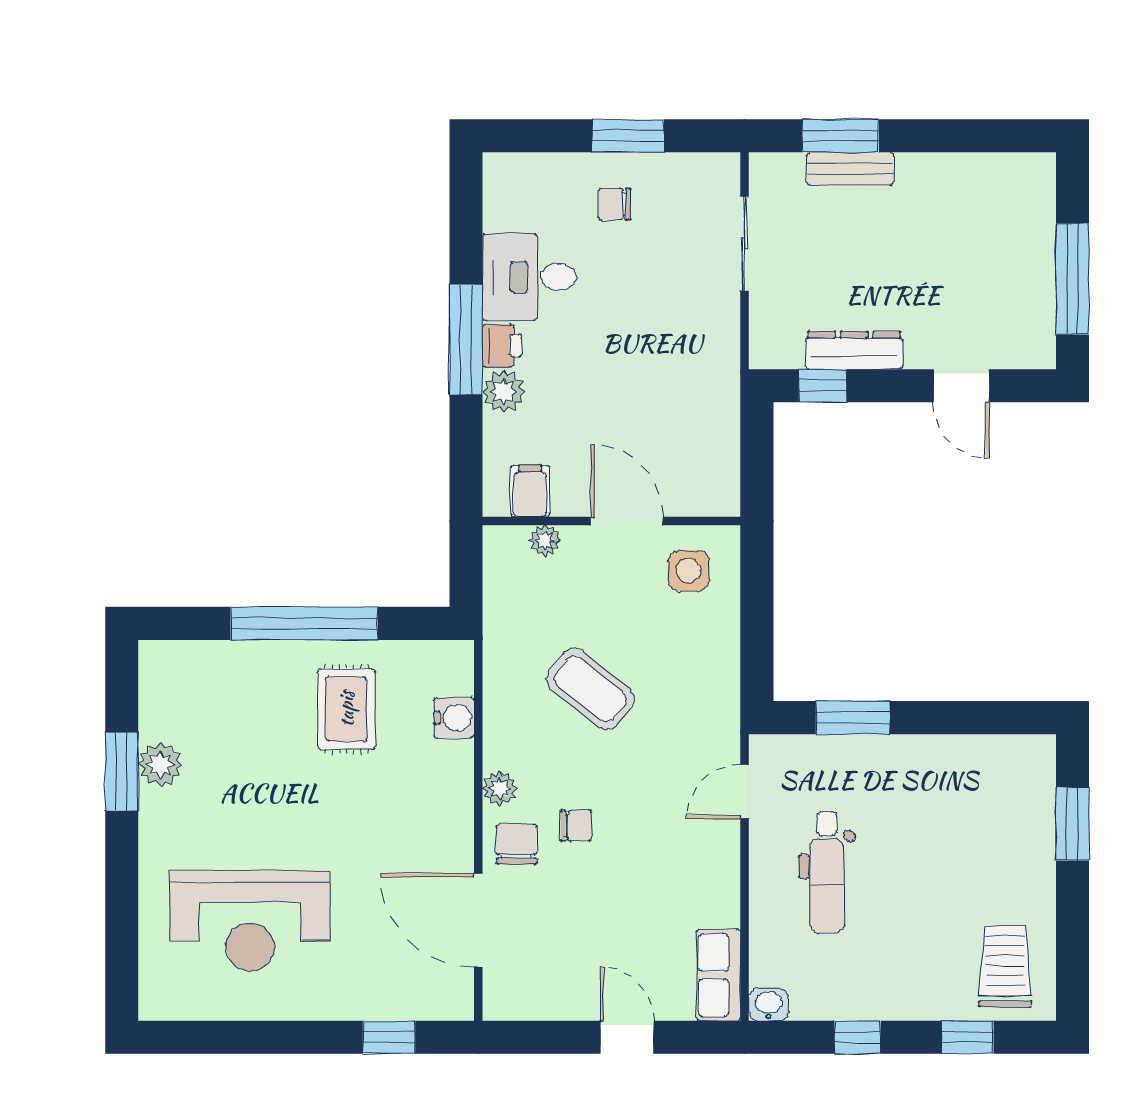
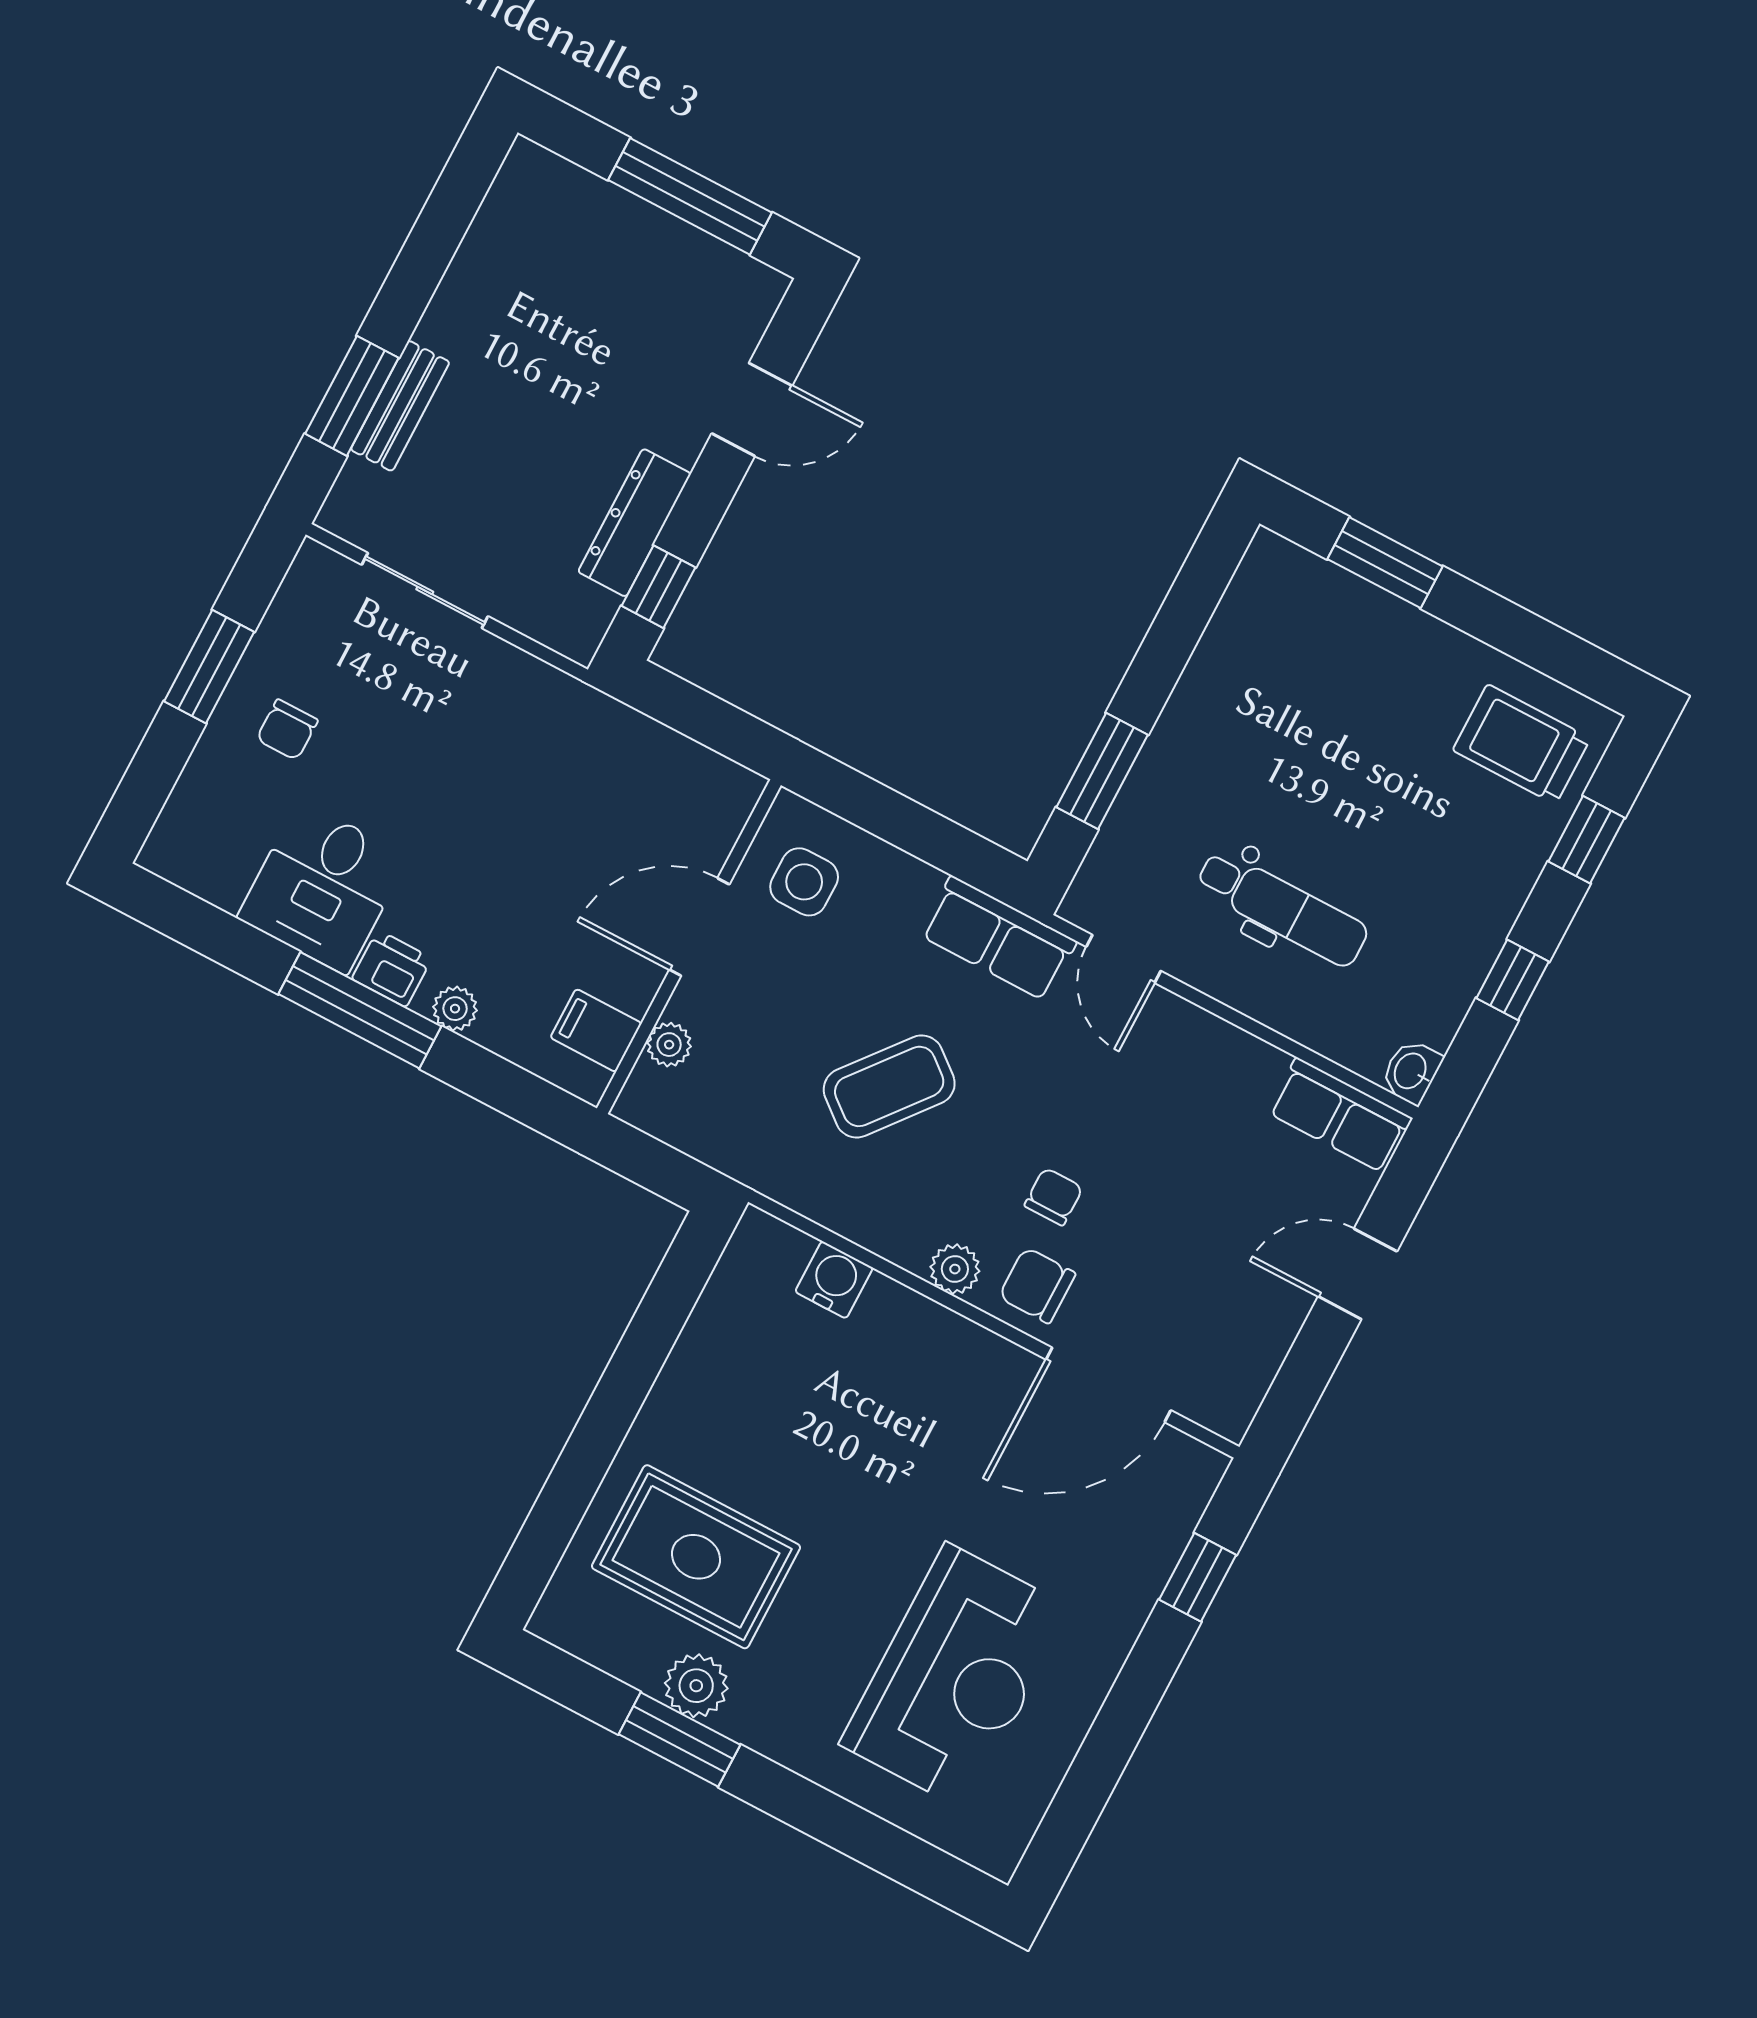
plant: (504, 392) -> (455, 1009), width x0.73, depth x0.73
window: (304, 623) -> (613, 1407), removed
row of seats: (717, 708) -> (998, 938), added
rug: (346, 709) -> (696, 1557), moved, width x1.36, depth x1.43

